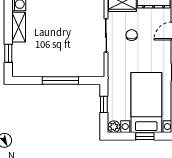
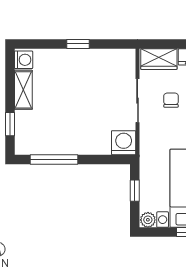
washing machine: (95, 68) -> (124, 143), added
window: (60, 80) -> (54, 159), moved

